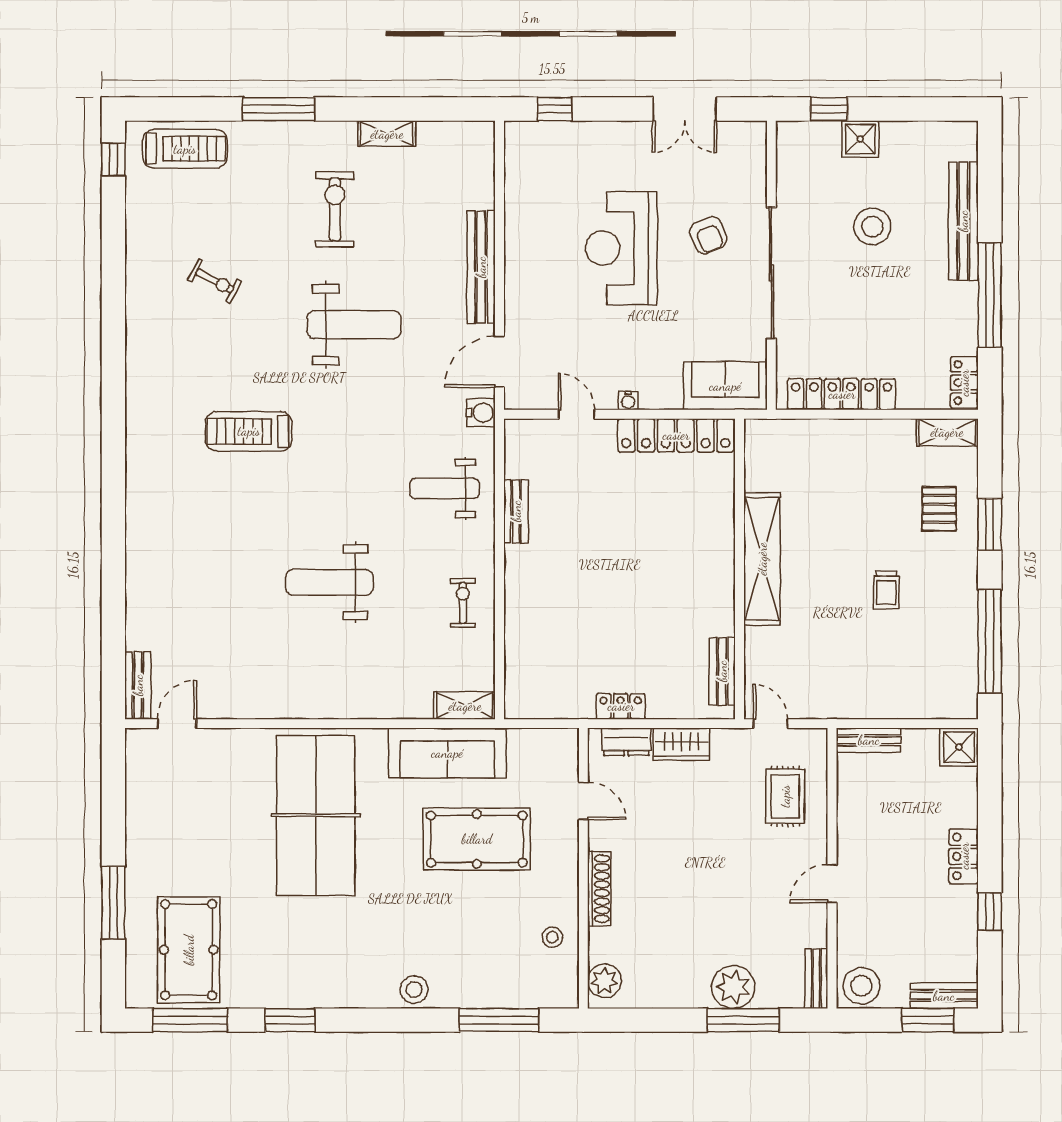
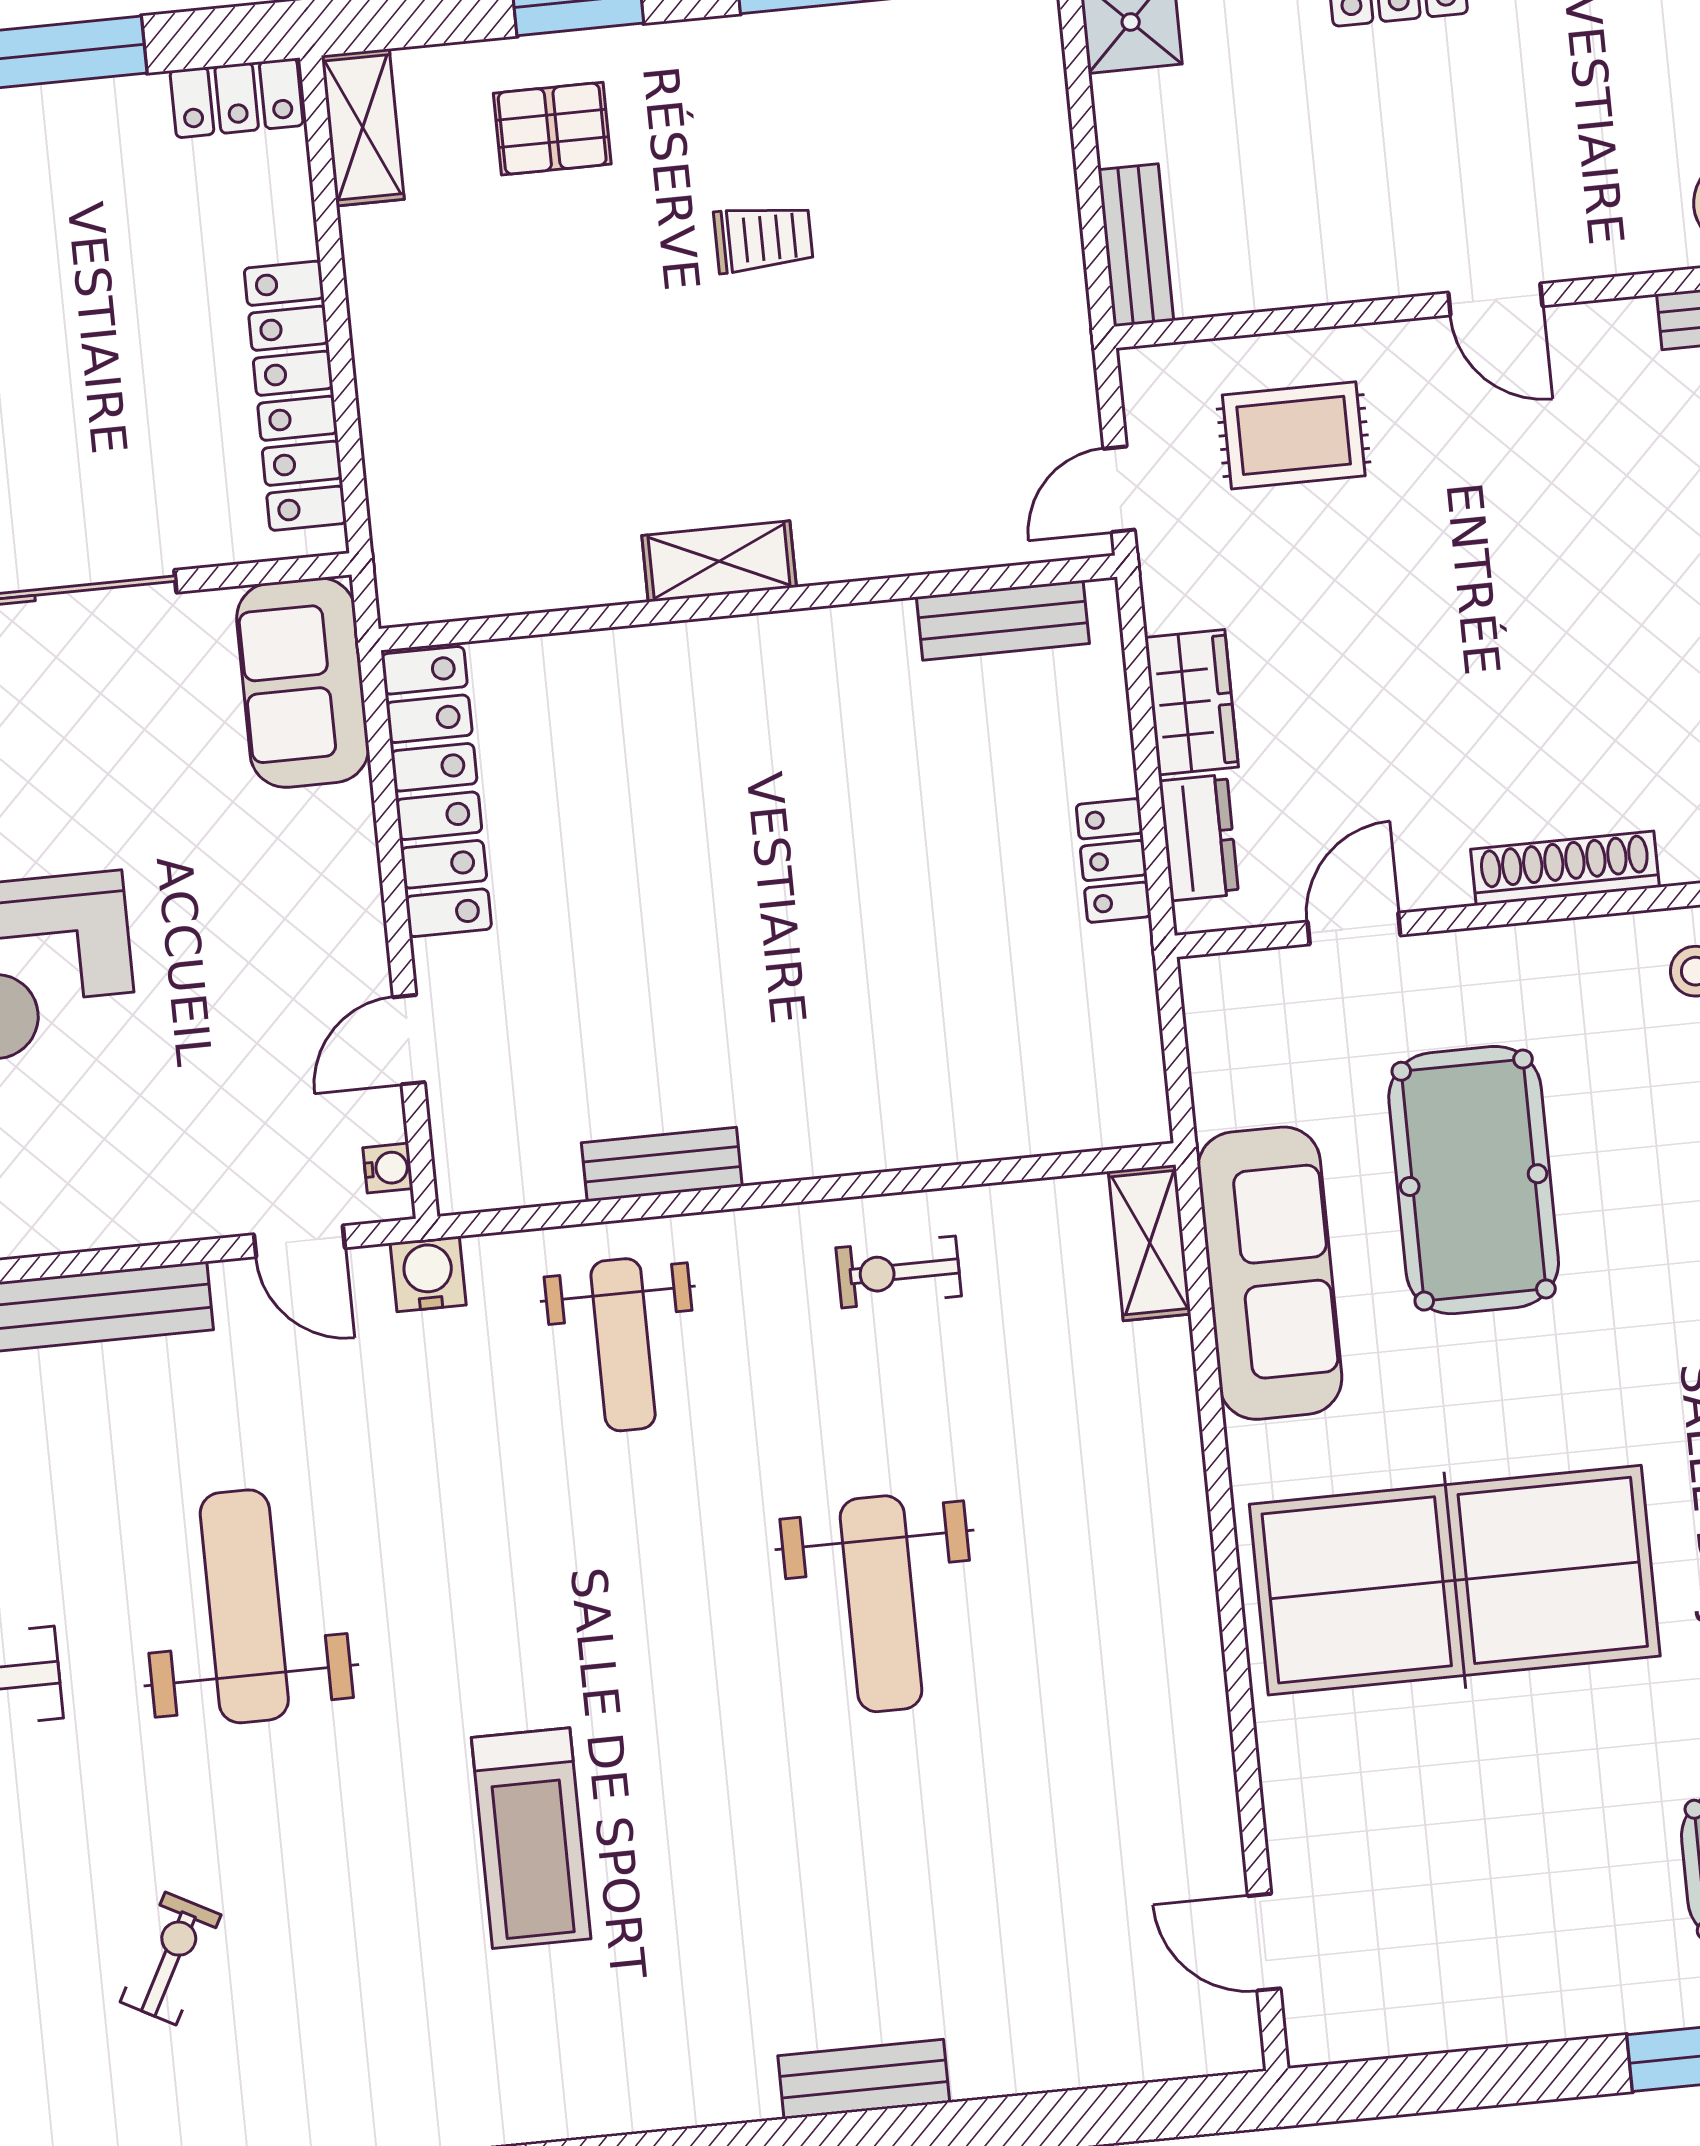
door: (499, 362) -> (299, 1241), width x0.73
water cooler: (628, 401) -> (388, 1168), moved
shelving: (762, 559) -> (719, 561), width x0.45, depth x0.75
bench: (138, 685) -> (864, 2079), moved

